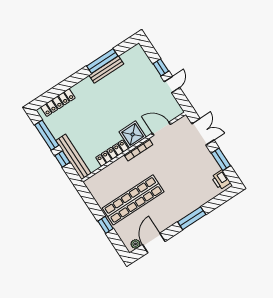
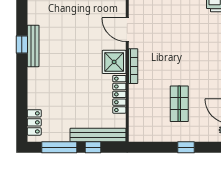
window: (102, 61) -> (22, 44), width x0.46
locker: (58, 103) -> (34, 122), width x0.66
door: (161, 129) -> (127, 30), hinge flipped
shop shelf: (133, 200) -> (179, 104), width x0.50, depth x0.74

